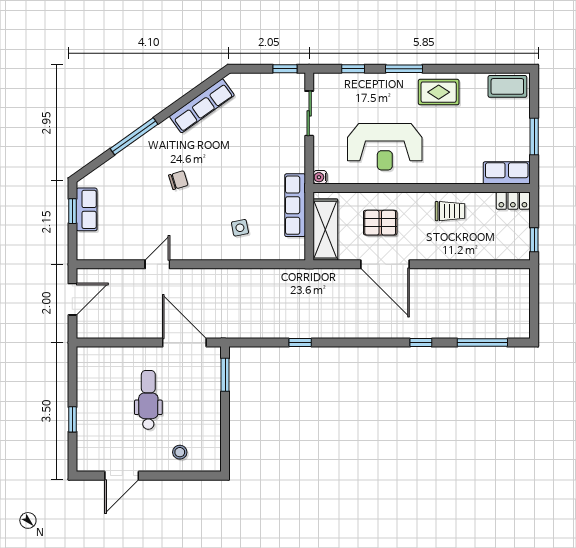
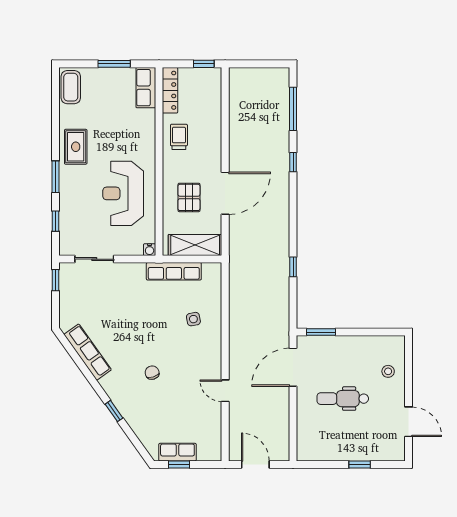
window: (134, 136) -> (114, 411), width x0.46
reception desk: (385, 147) -> (123, 193), turned 180
locker: (513, 201) -> (170, 90), width x1.53

